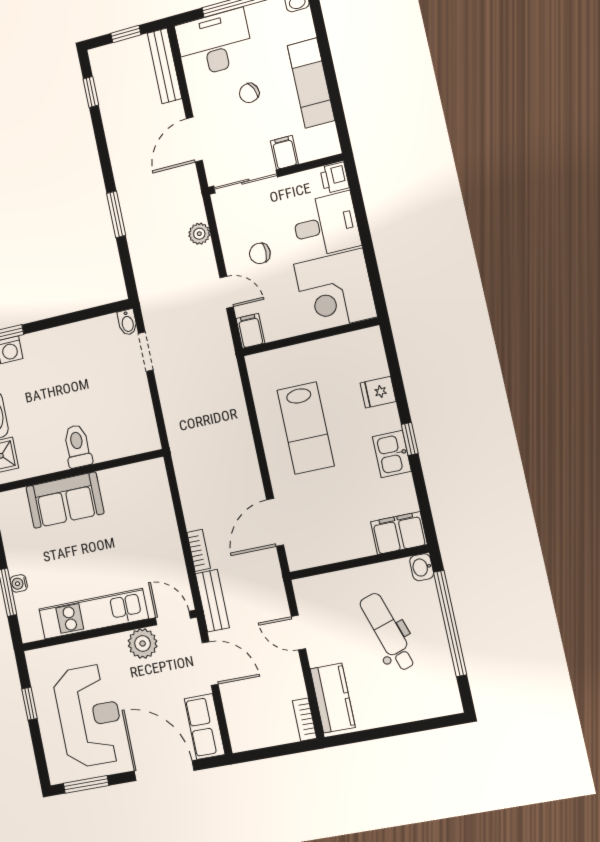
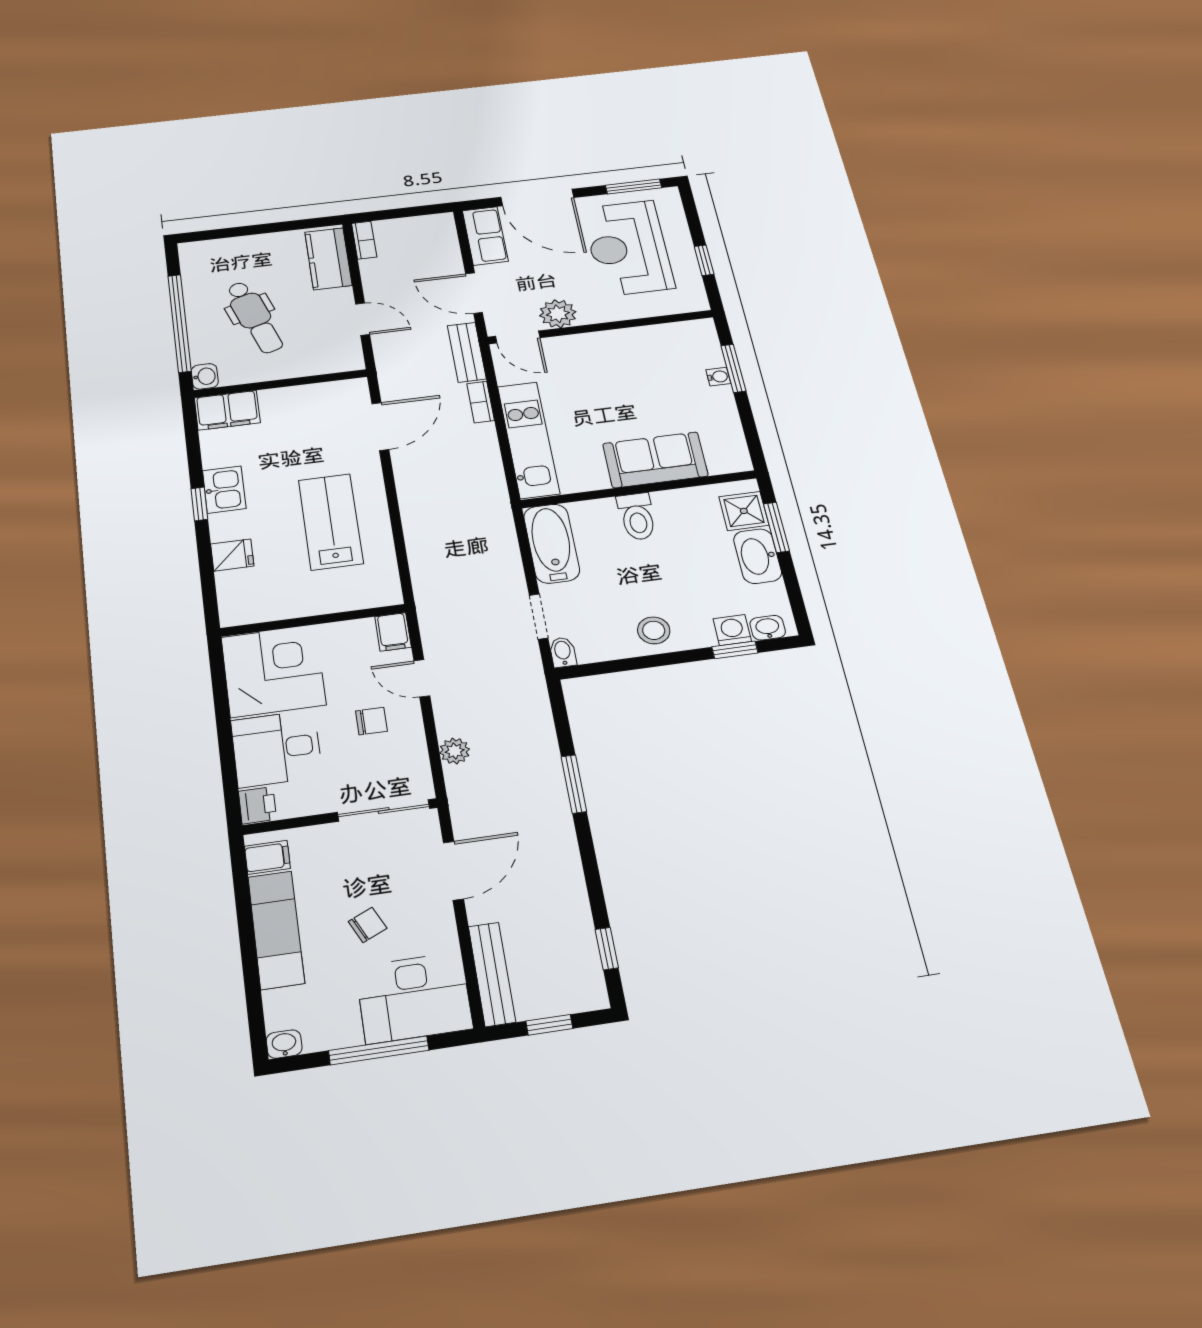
filing cabinet: (284, 152) -> (267, 857), moved, turned -90
stool: (64, 346) -> (654, 630), added
bathtub: (139, 418) -> (552, 543), added
kitchen unit: (93, 614) -> (528, 440), moved, turned -90

